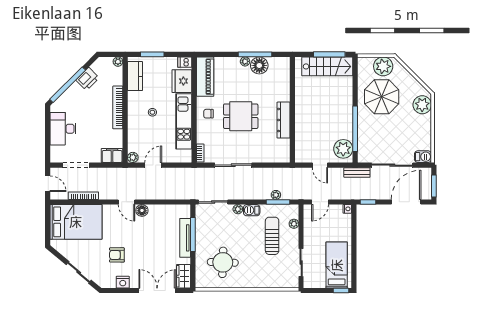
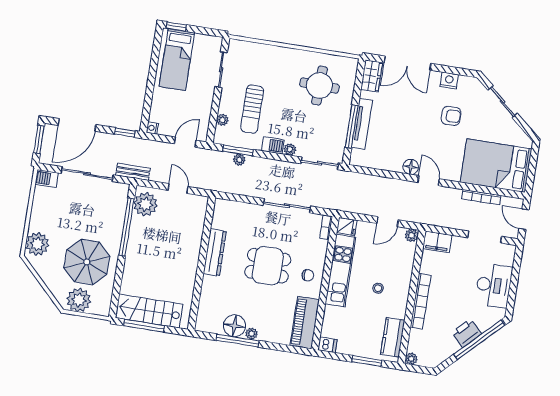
printer: (88, 79) -> (467, 333), moved
fridge: (182, 81) -> (347, 227), moved, width x0.53, depth x0.75

